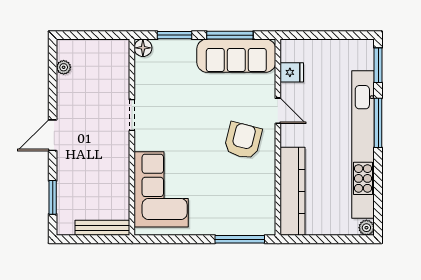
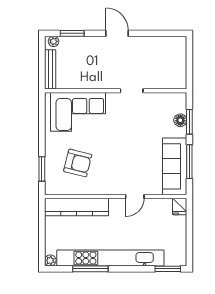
floor lamp: (143, 48) -> (180, 120), moved
plant: (64, 67) -> (53, 41), moved
fridge: (292, 72) -> (180, 206), moved
window: (378, 123) -> (90, 269), moved
armchair: (243, 141) -> (78, 163), moved
window: (240, 239) -> (42, 169), width x0.69

